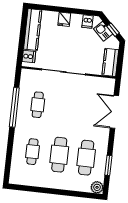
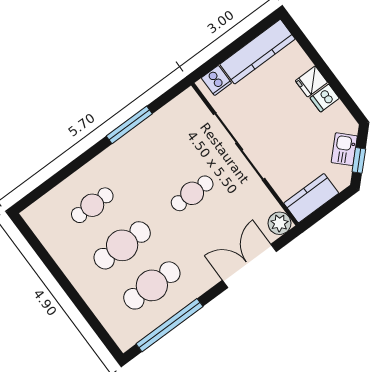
dishwasher: (87, 22) -> (325, 98), moved
cafe table: (38, 105) -> (192, 193), moved
window: (14, 107) -> (129, 125), width x0.68
window: (108, 165) -> (169, 325), width x2.11
plant: (97, 187) -> (280, 223), moved

